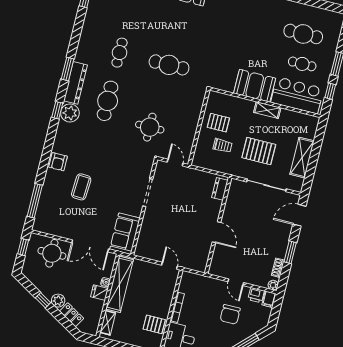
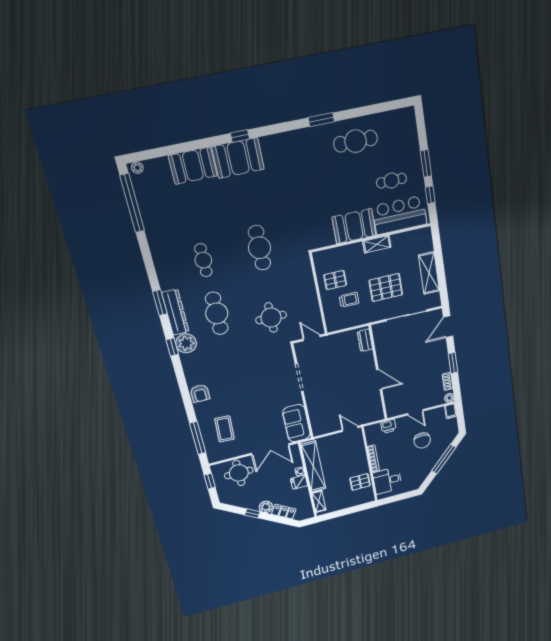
cafe table: (303, 34) -> (356, 141), moved
cafe table: (169, 65) -> (260, 248), turned 90
coffee table: (81, 187) -> (224, 429), moved
printer: (256, 295) -> (388, 426), moved

